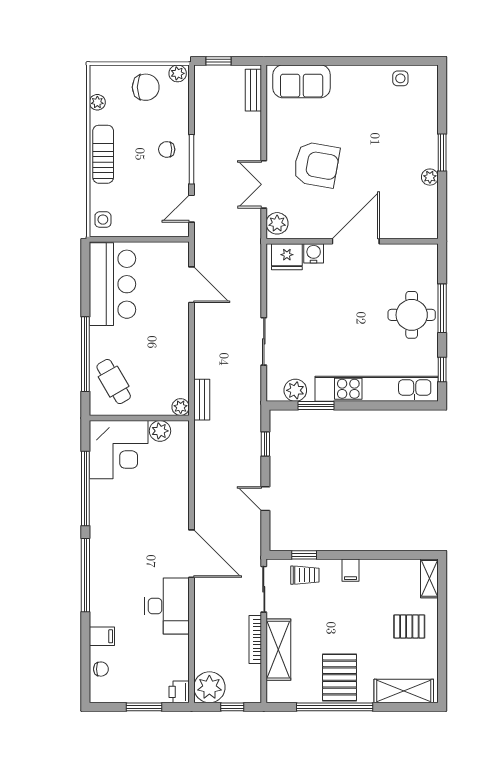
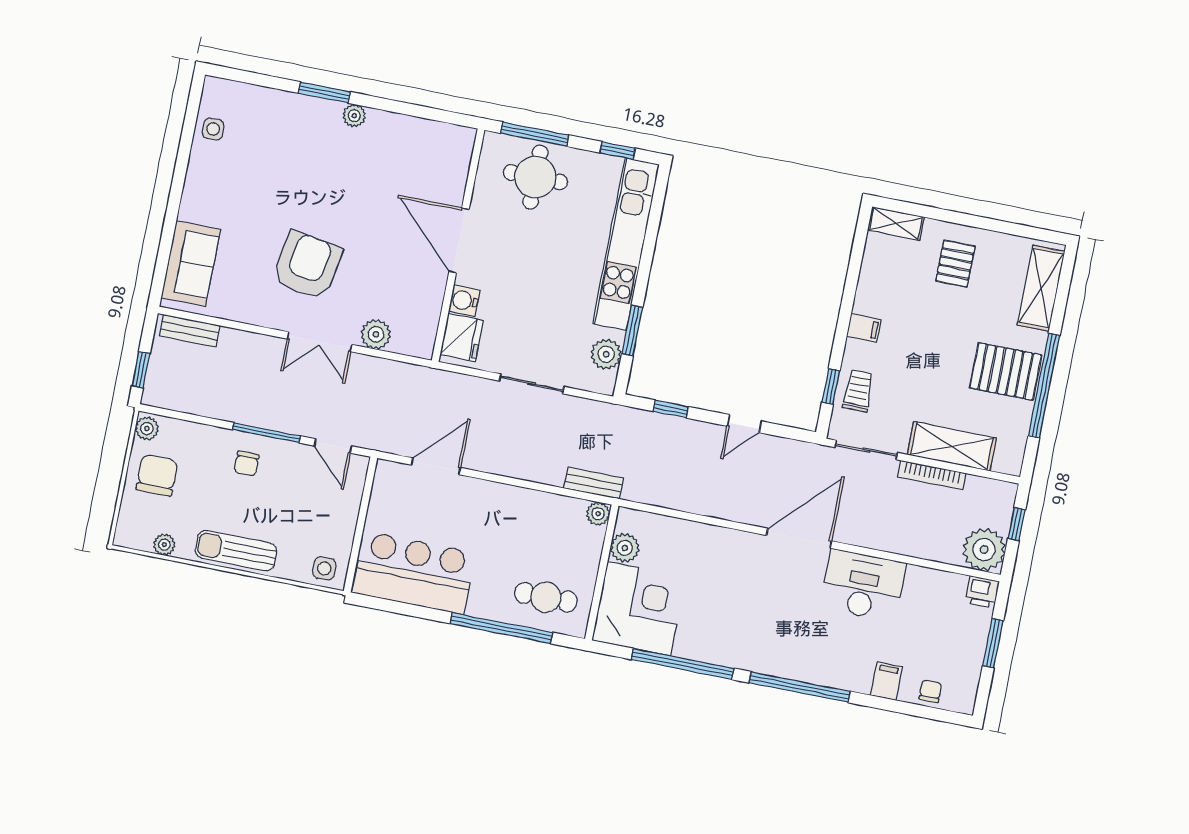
wall: (352, 241) -> (458, 245), moved
door: (356, 241) -> (459, 240), moved
water cooler: (314, 253) -> (464, 301), moved
fridge: (287, 257) -> (462, 337), moved
cafe table: (114, 382) -> (546, 597), turned 30

